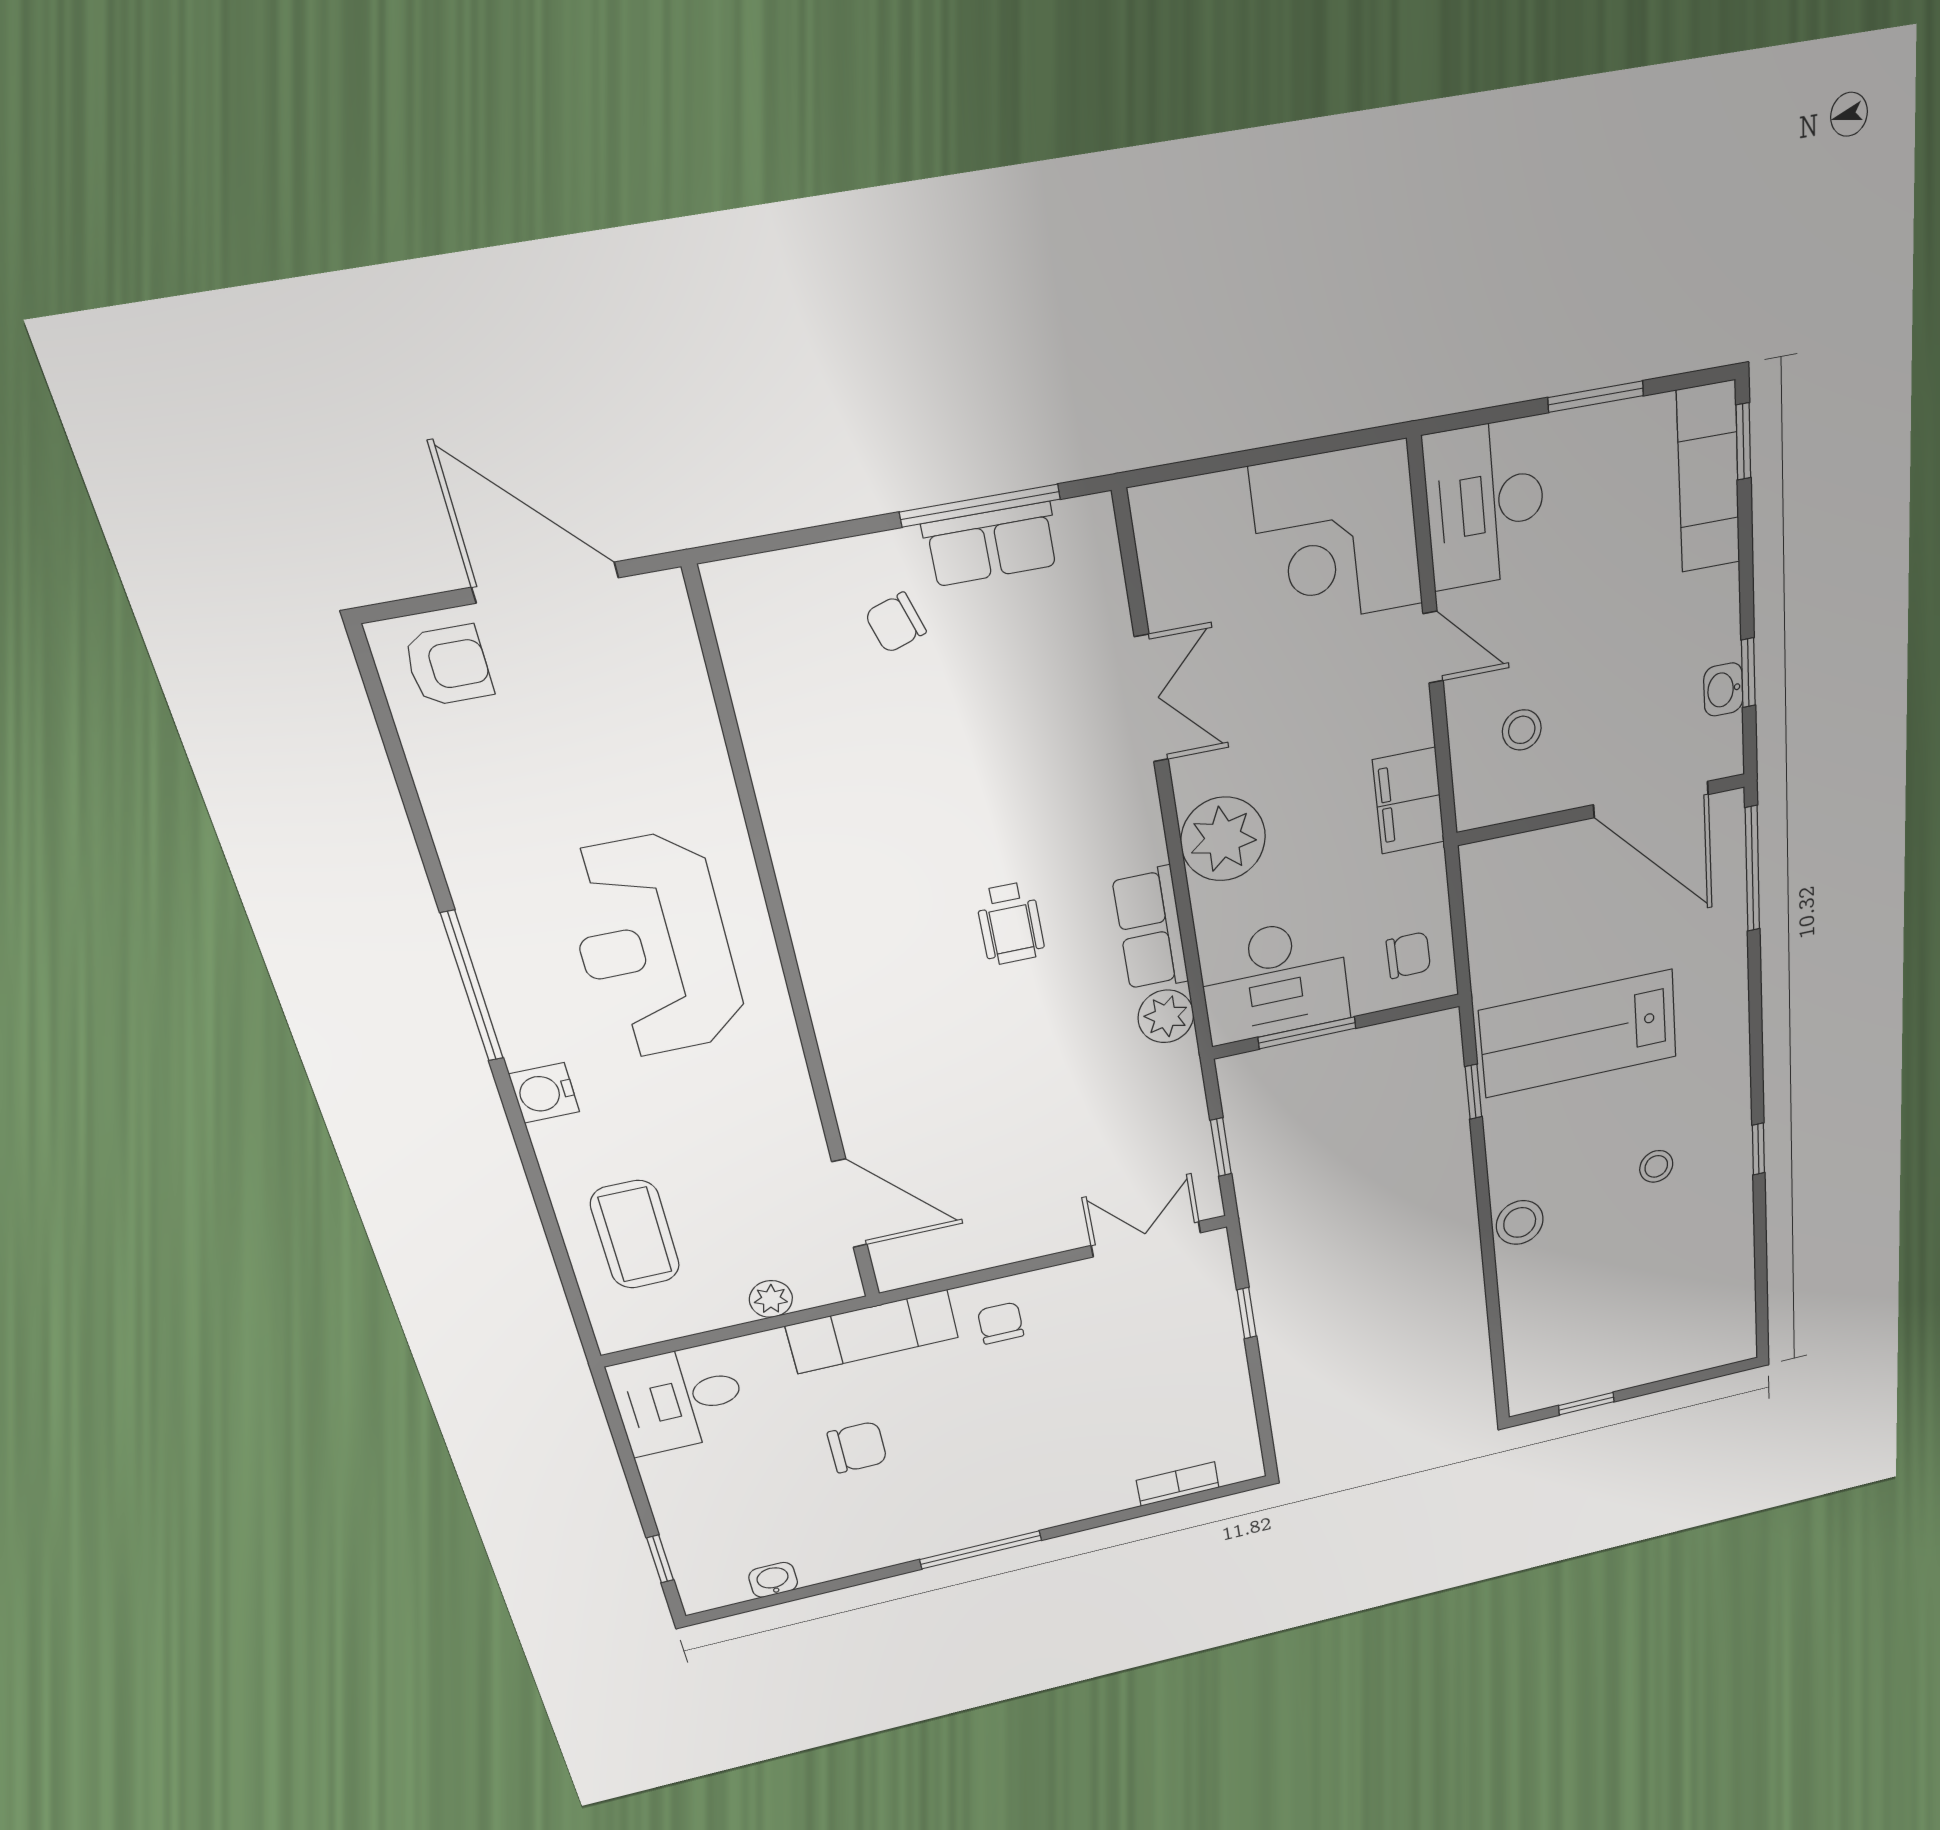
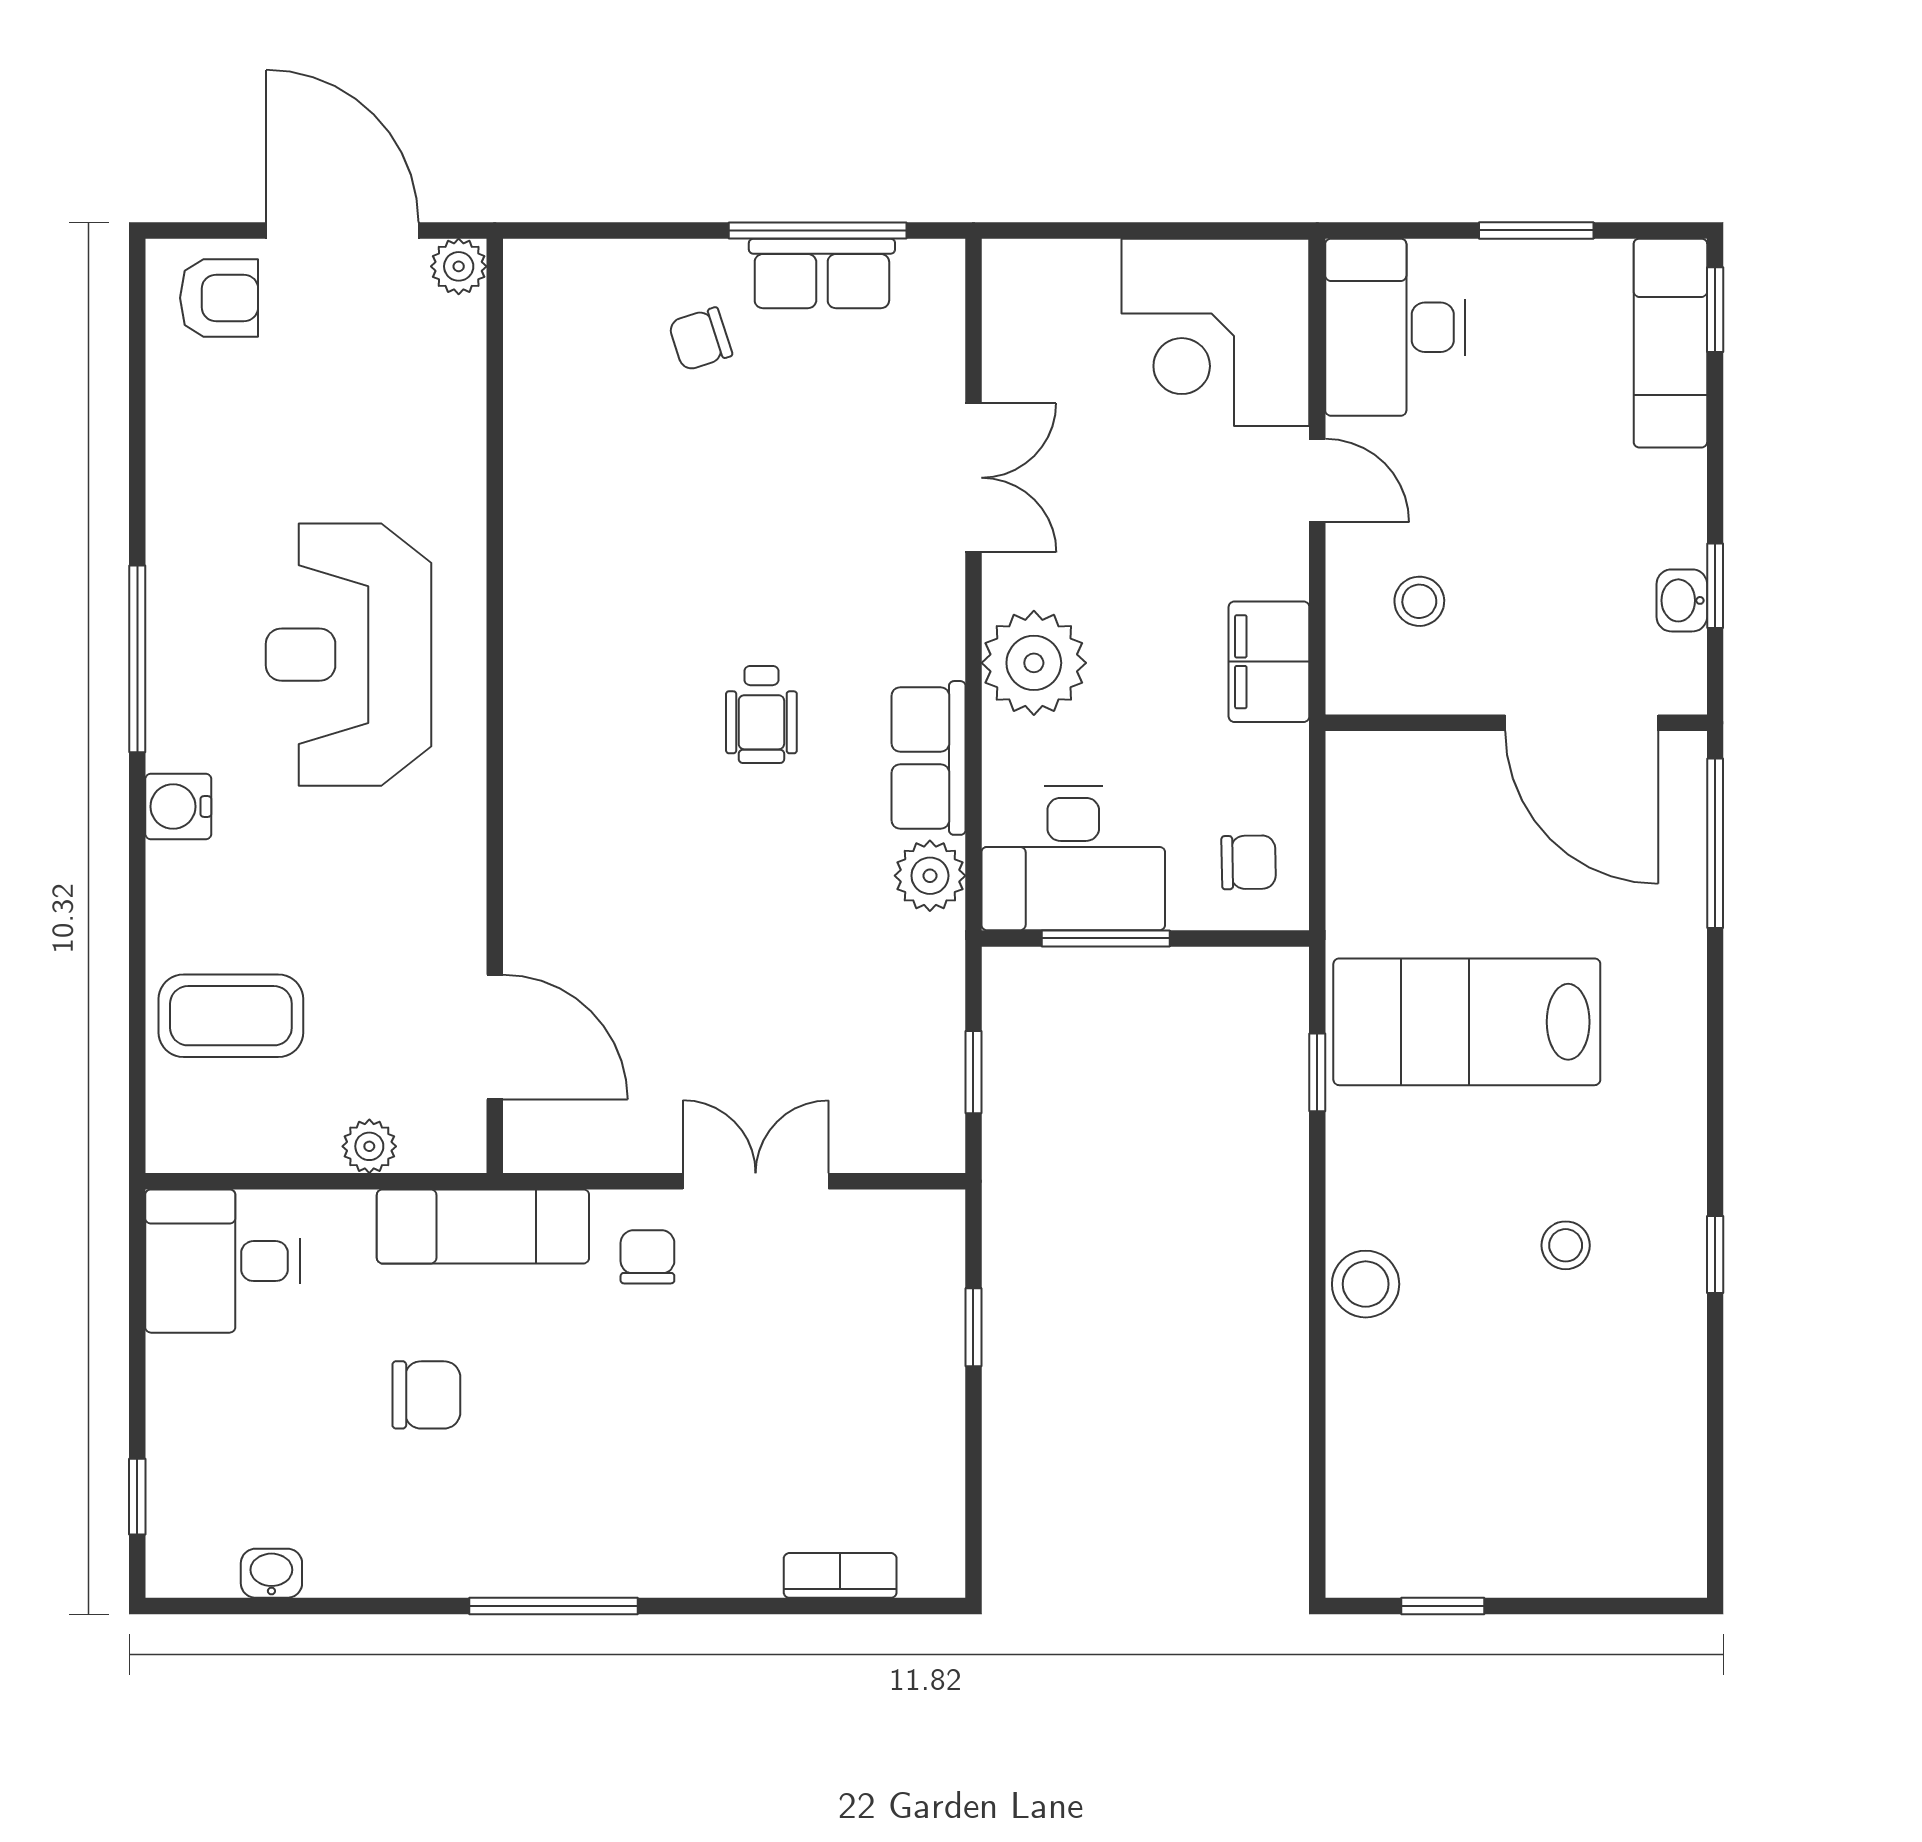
plant: (663, 597) -> (459, 266), added
coffee table: (635, 1235) -> (231, 1016), turned 90
double door: (1146, 1239) -> (756, 1181), moved

